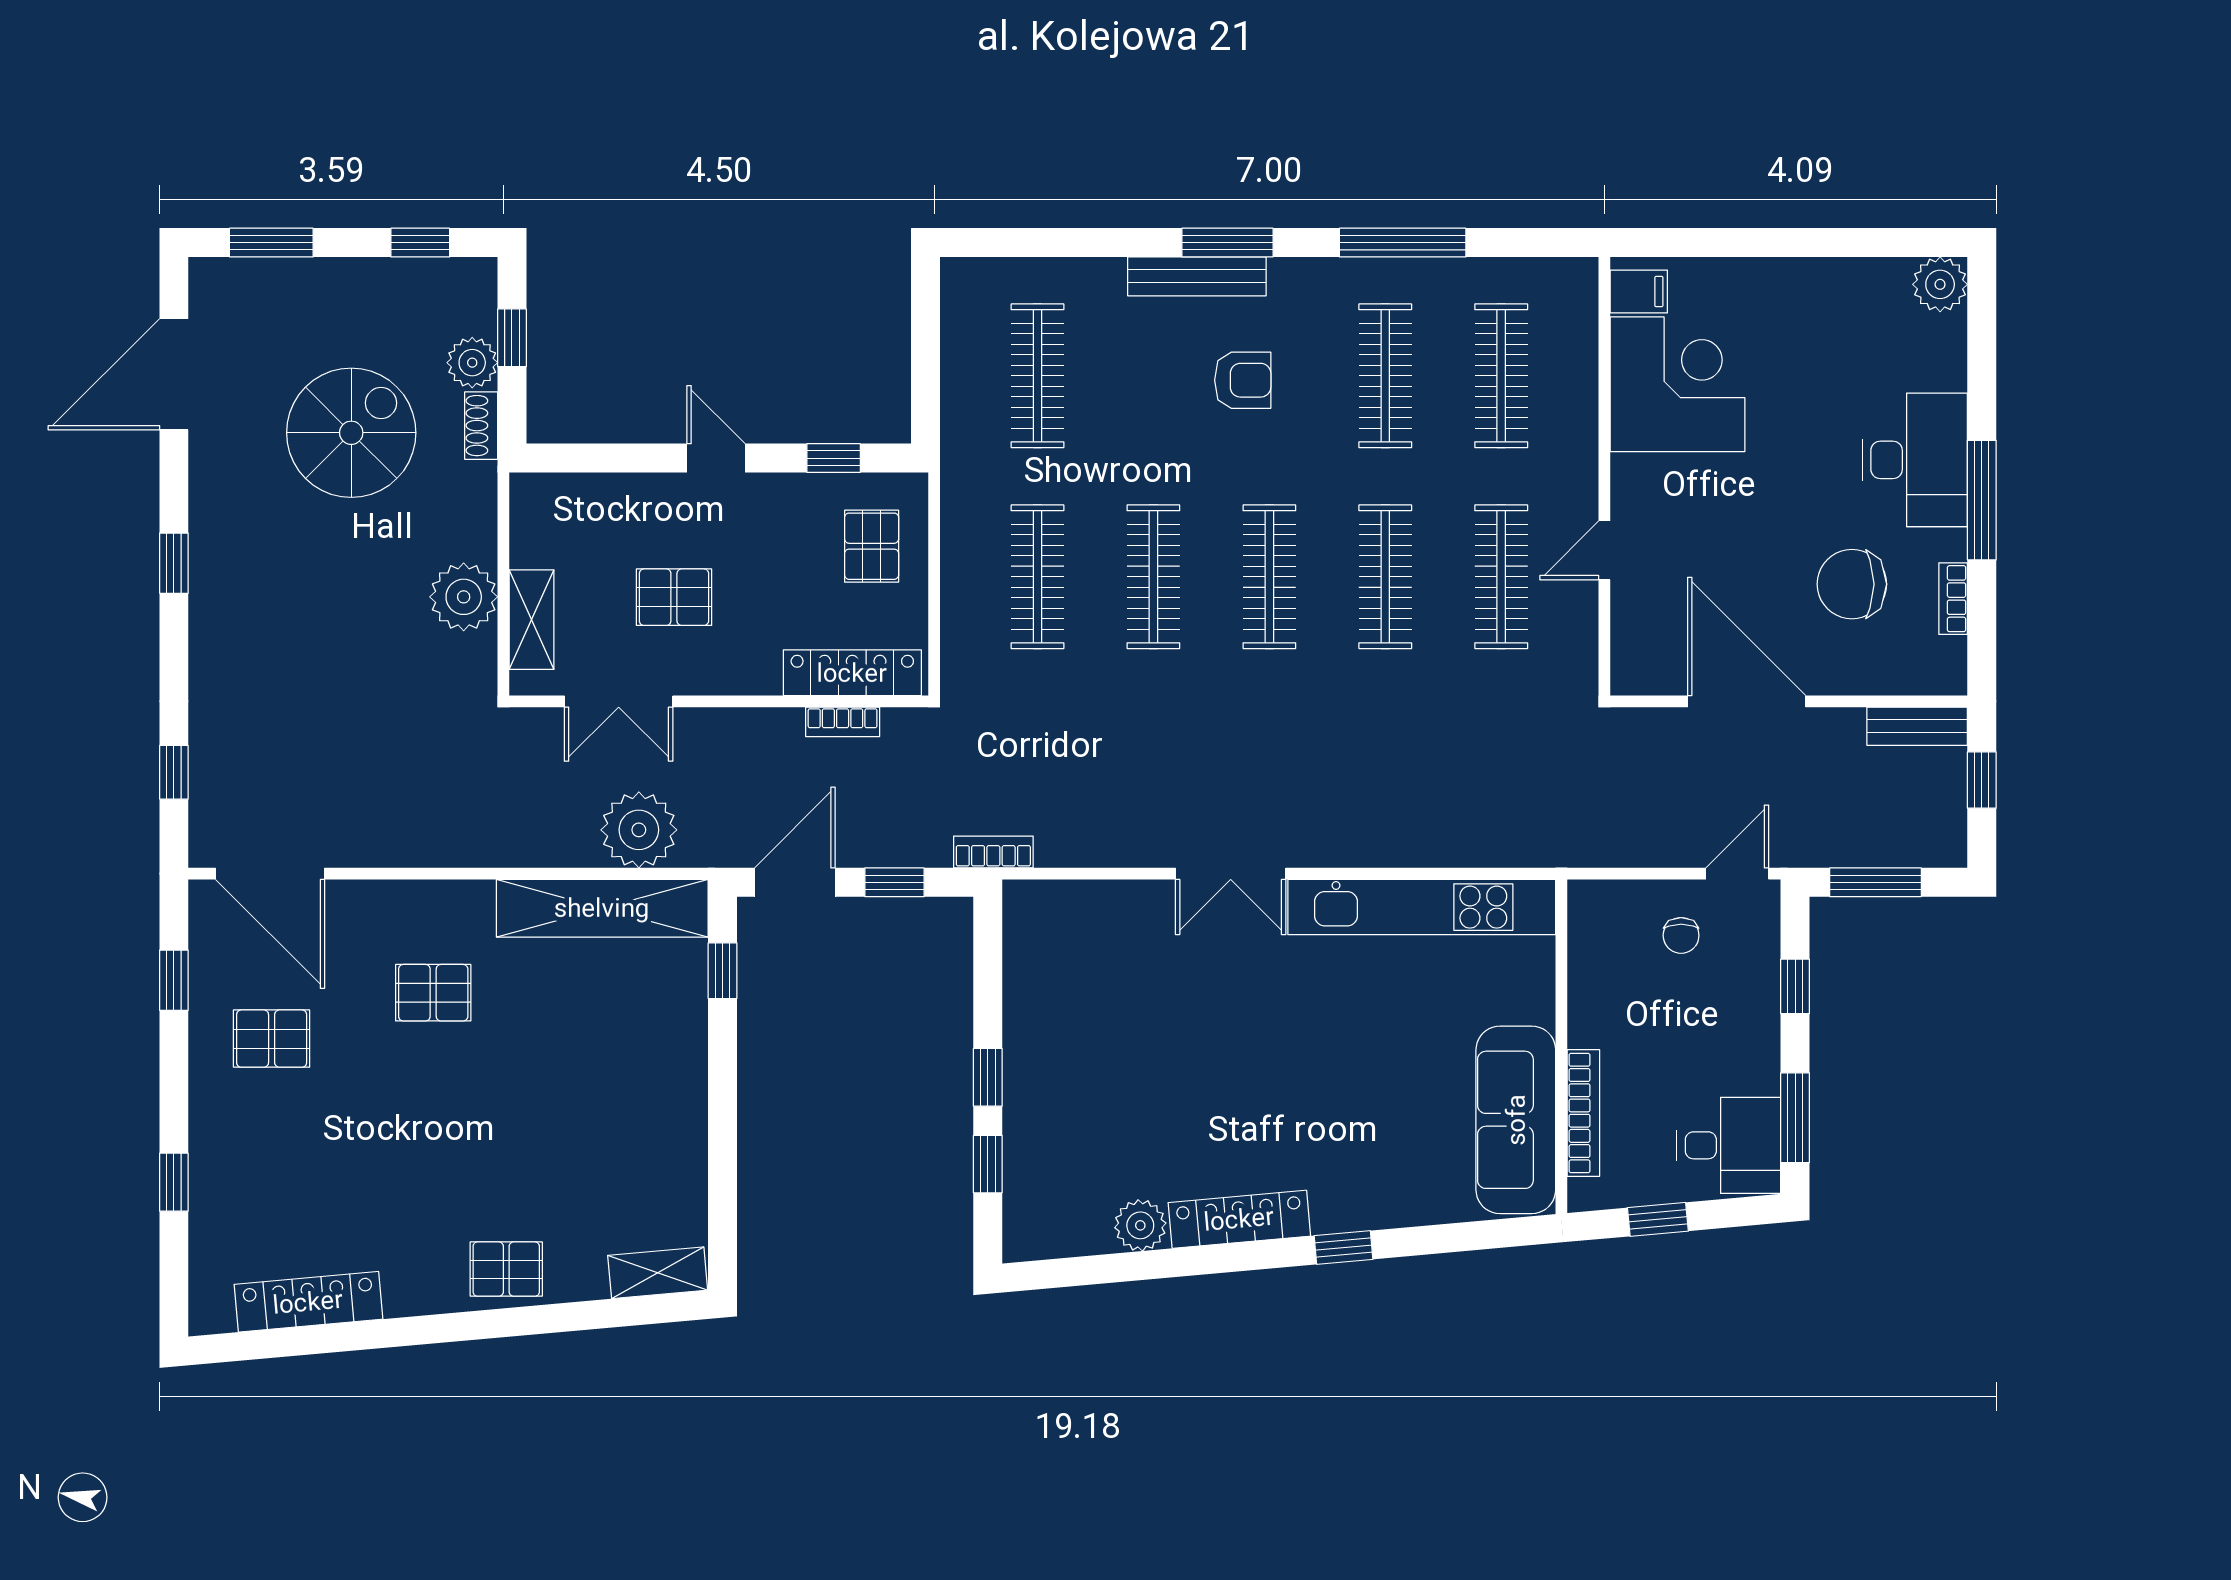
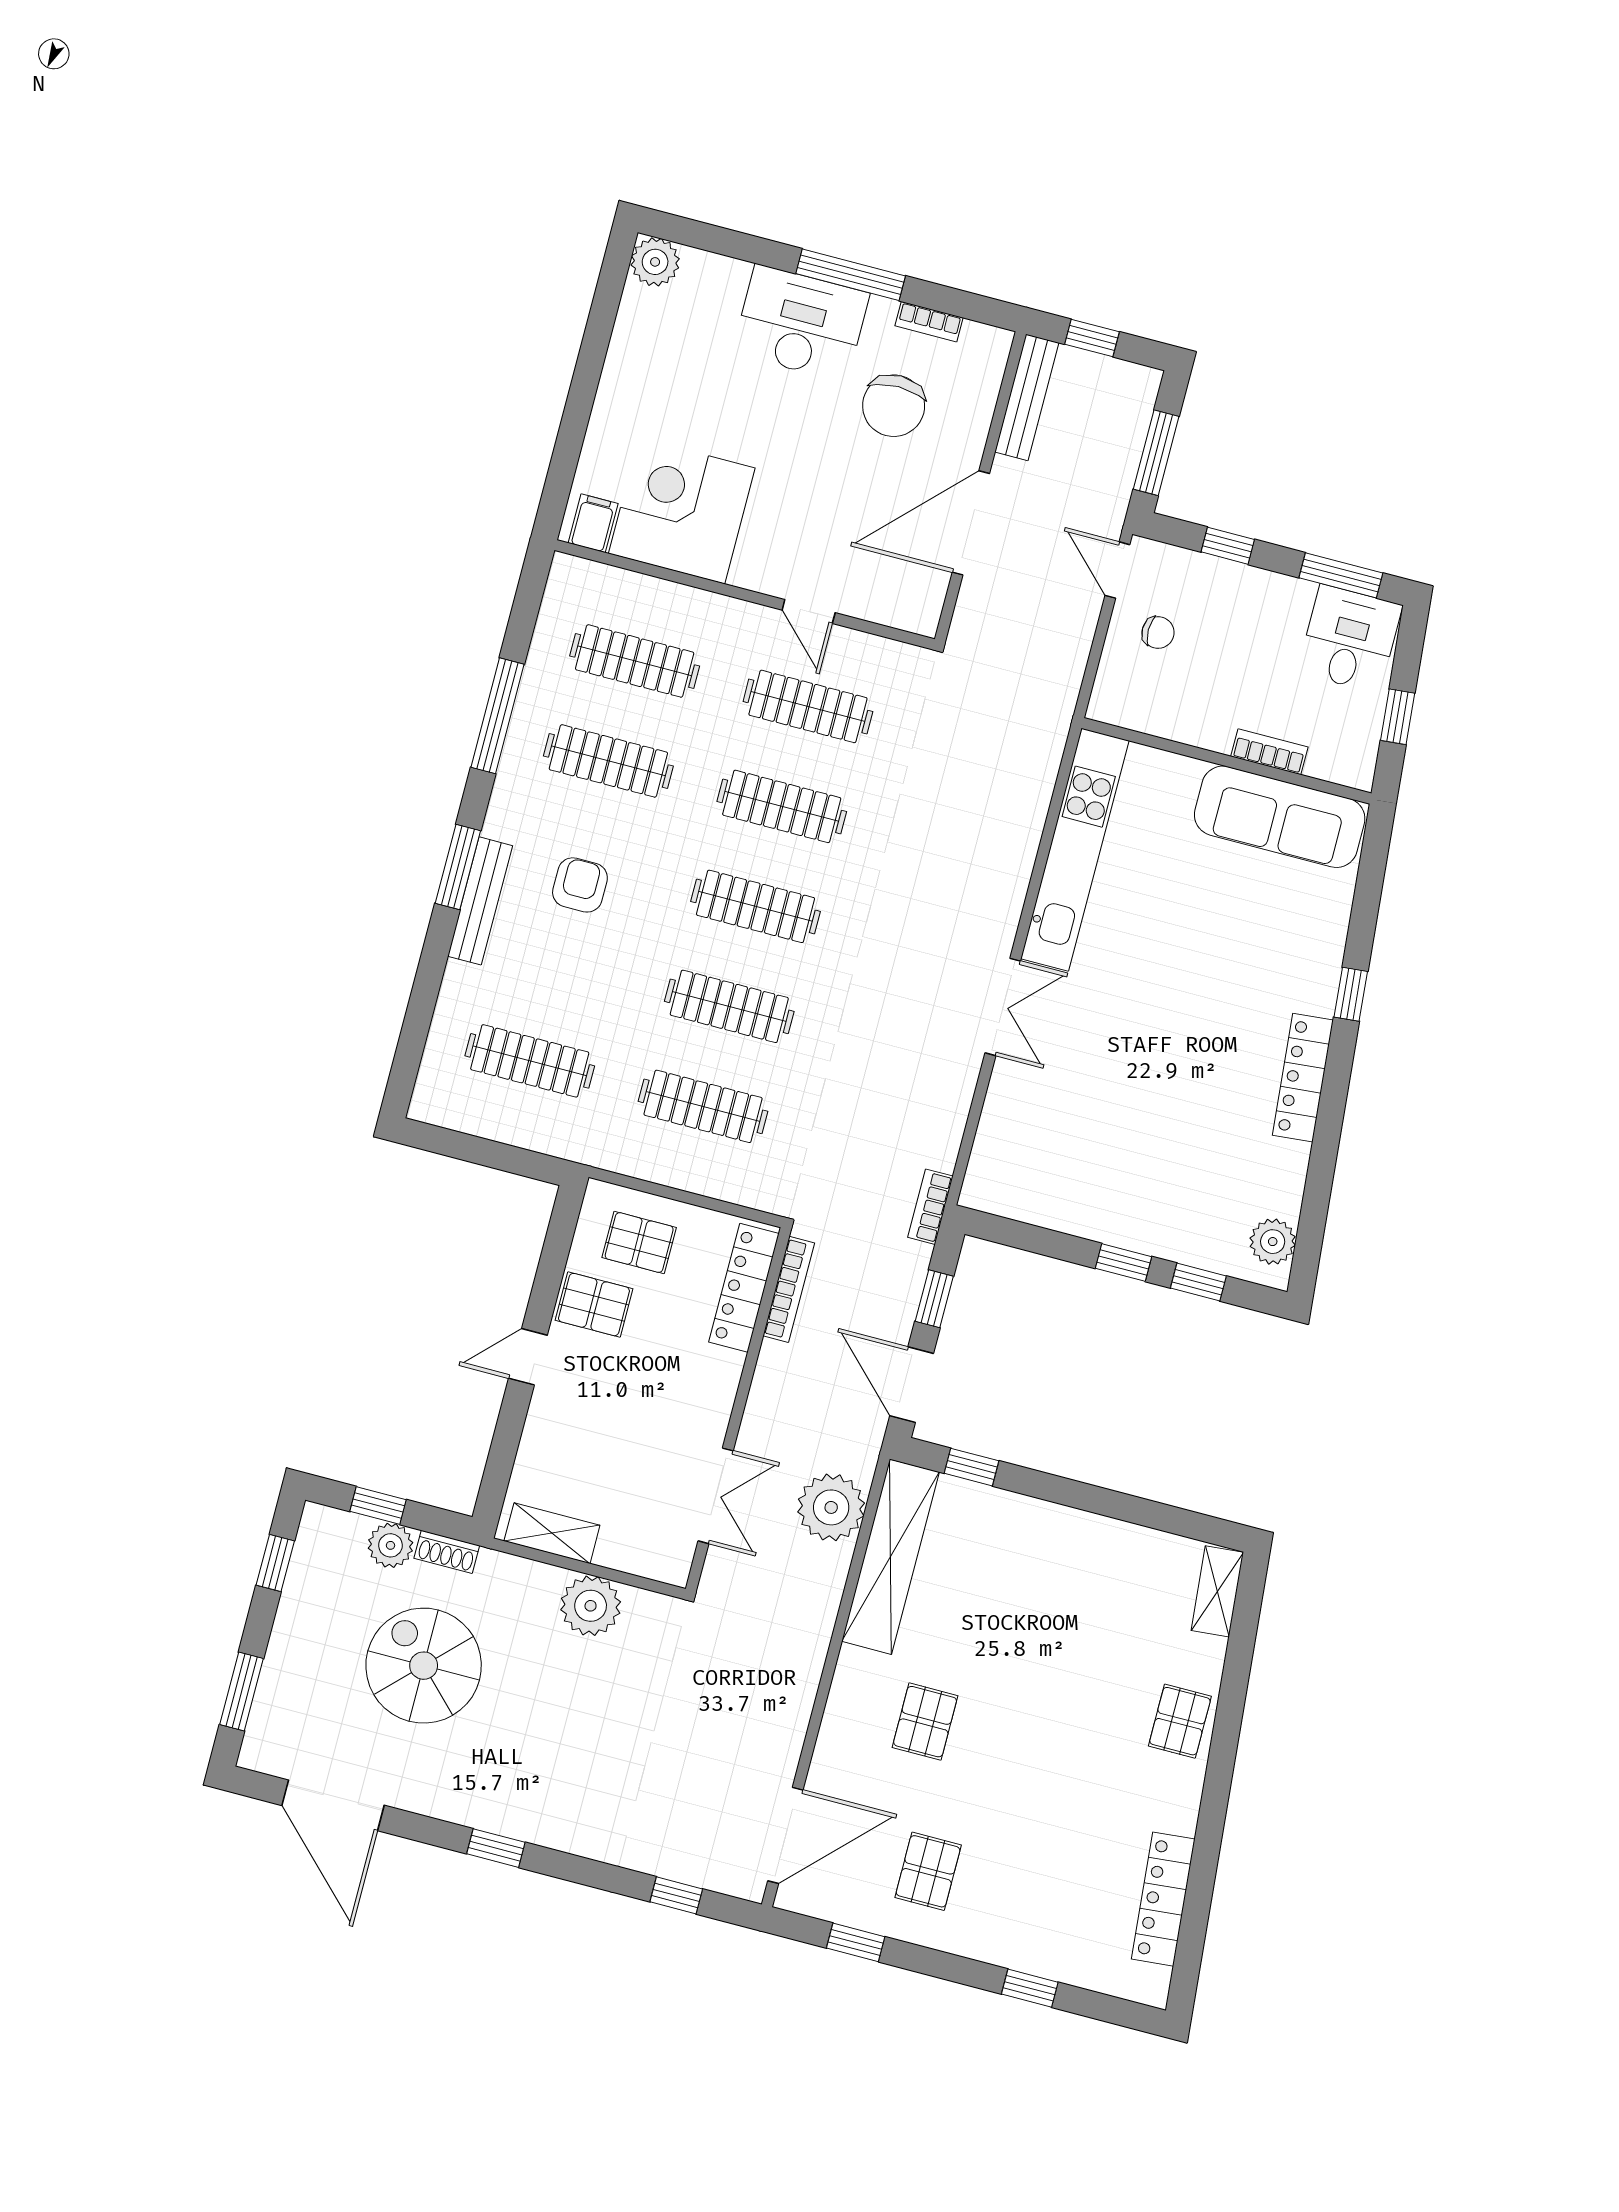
window: (834, 458) -> (555, 1255), removed
pallet: (674, 597) -> (594, 1305), moved, turned 90
shelving: (531, 620) -> (552, 1533), moved
bookcase: (843, 722) -> (789, 1289), width x1.56
bench: (1917, 726) -> (1027, 397), width x1.36
bookcase: (1583, 1113) -> (1269, 752), width x0.64
plant: (1140, 1225) -> (1273, 1242), moved

